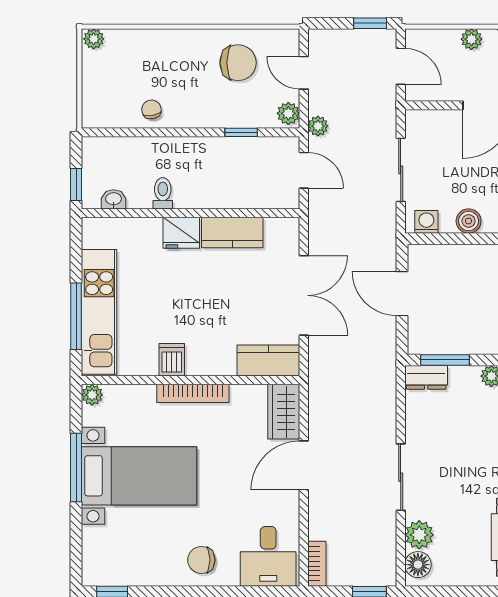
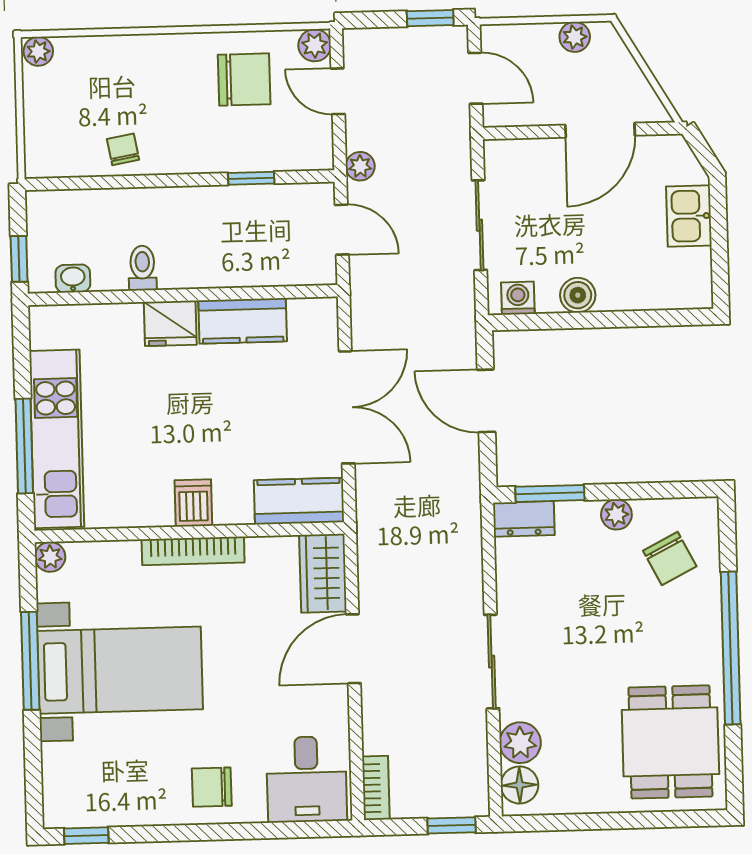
plant: (288, 113) -> (315, 45), moved
dishwasher: (172, 360) -> (193, 503), moved

